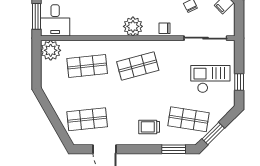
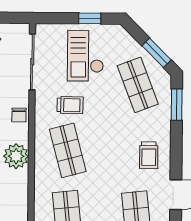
trolley: (172, 67) -> (70, 105), added
shop shelf: (188, 119) -> (138, 85), turned -30
trolley: (149, 127) -> (149, 155), moved

